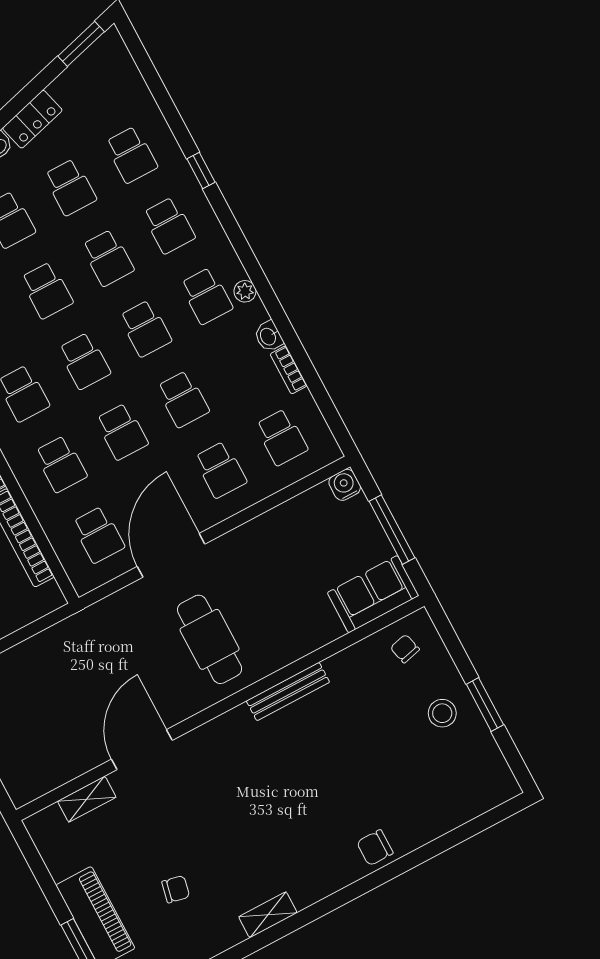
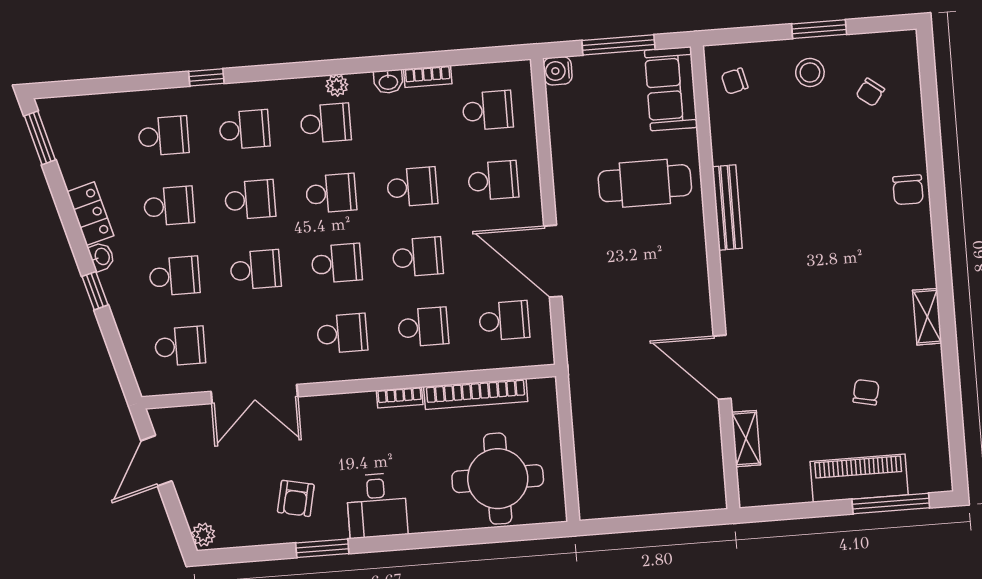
cafe table: (210, 639) -> (645, 183), moved
chair: (448, 775) -> (870, 92), added

